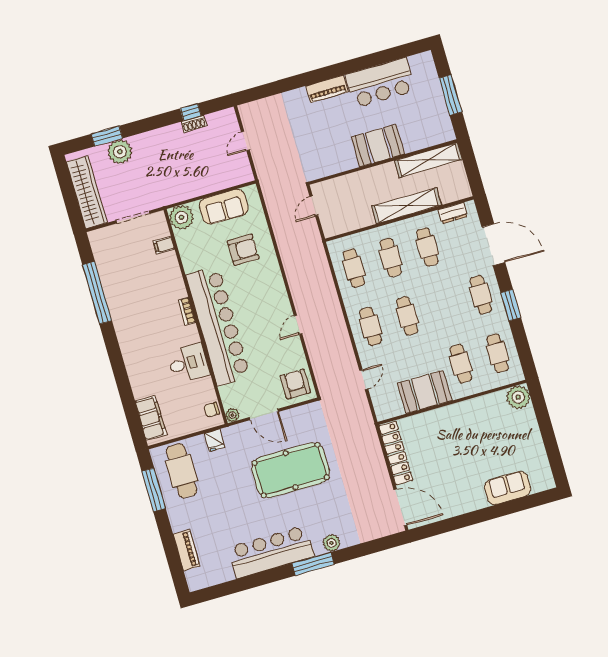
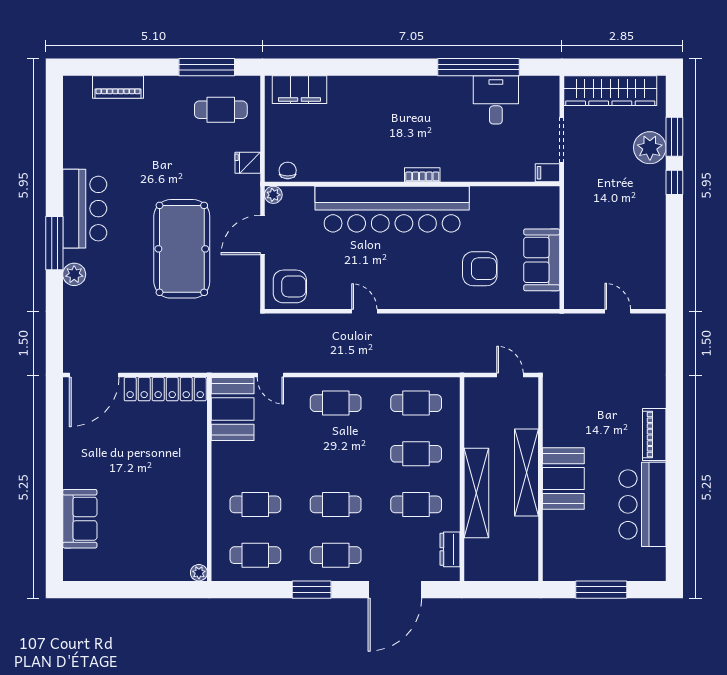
window: (191, 112) -> (674, 182), moved
shoe rack: (194, 124) -> (658, 252), removed
shelving: (428, 160) -> (527, 473), moved
plant: (181, 217) -> (544, 202), removed
filing cabinet: (164, 245) -> (548, 173), moved, turned -90
armchair: (243, 250) -> (480, 269), turned -90
cafe table: (407, 316) -> (336, 504), moved
desk: (188, 363) -> (496, 100), moved, turned 180
booth: (424, 392) -> (233, 409), moved
plant: (518, 397) -> (199, 573), width x0.53, depth x0.53
cafe table: (182, 471) -> (221, 110), width x0.73, depth x0.74
bar counter: (271, 552) -> (85, 209), width x0.73

